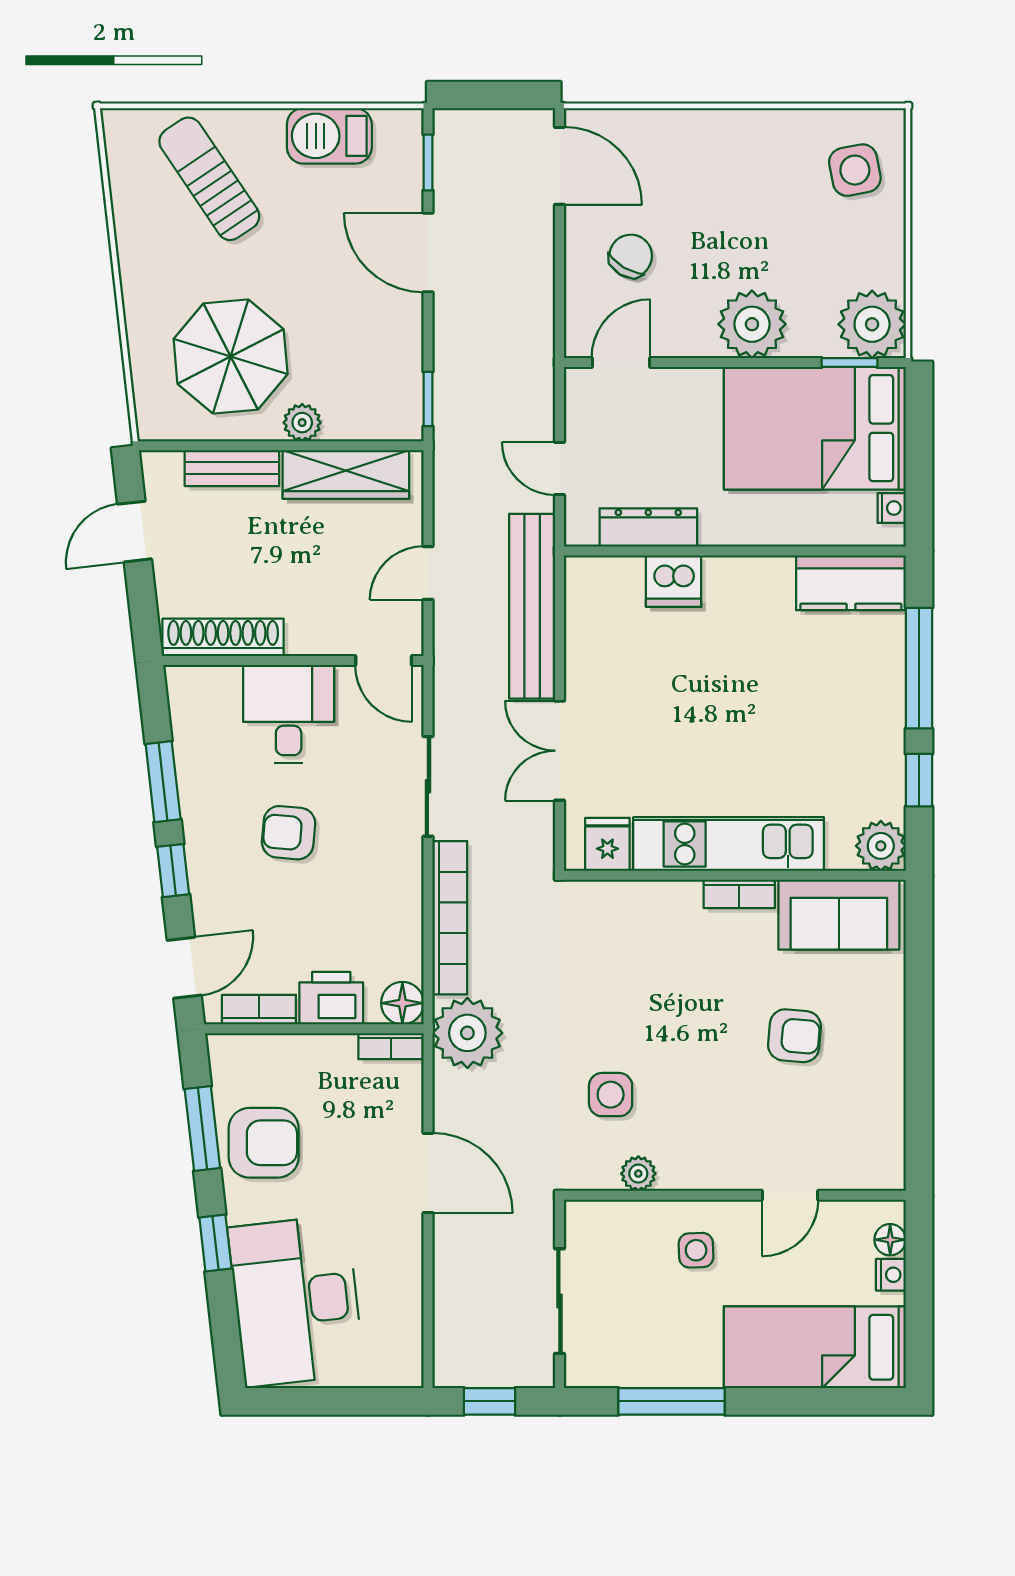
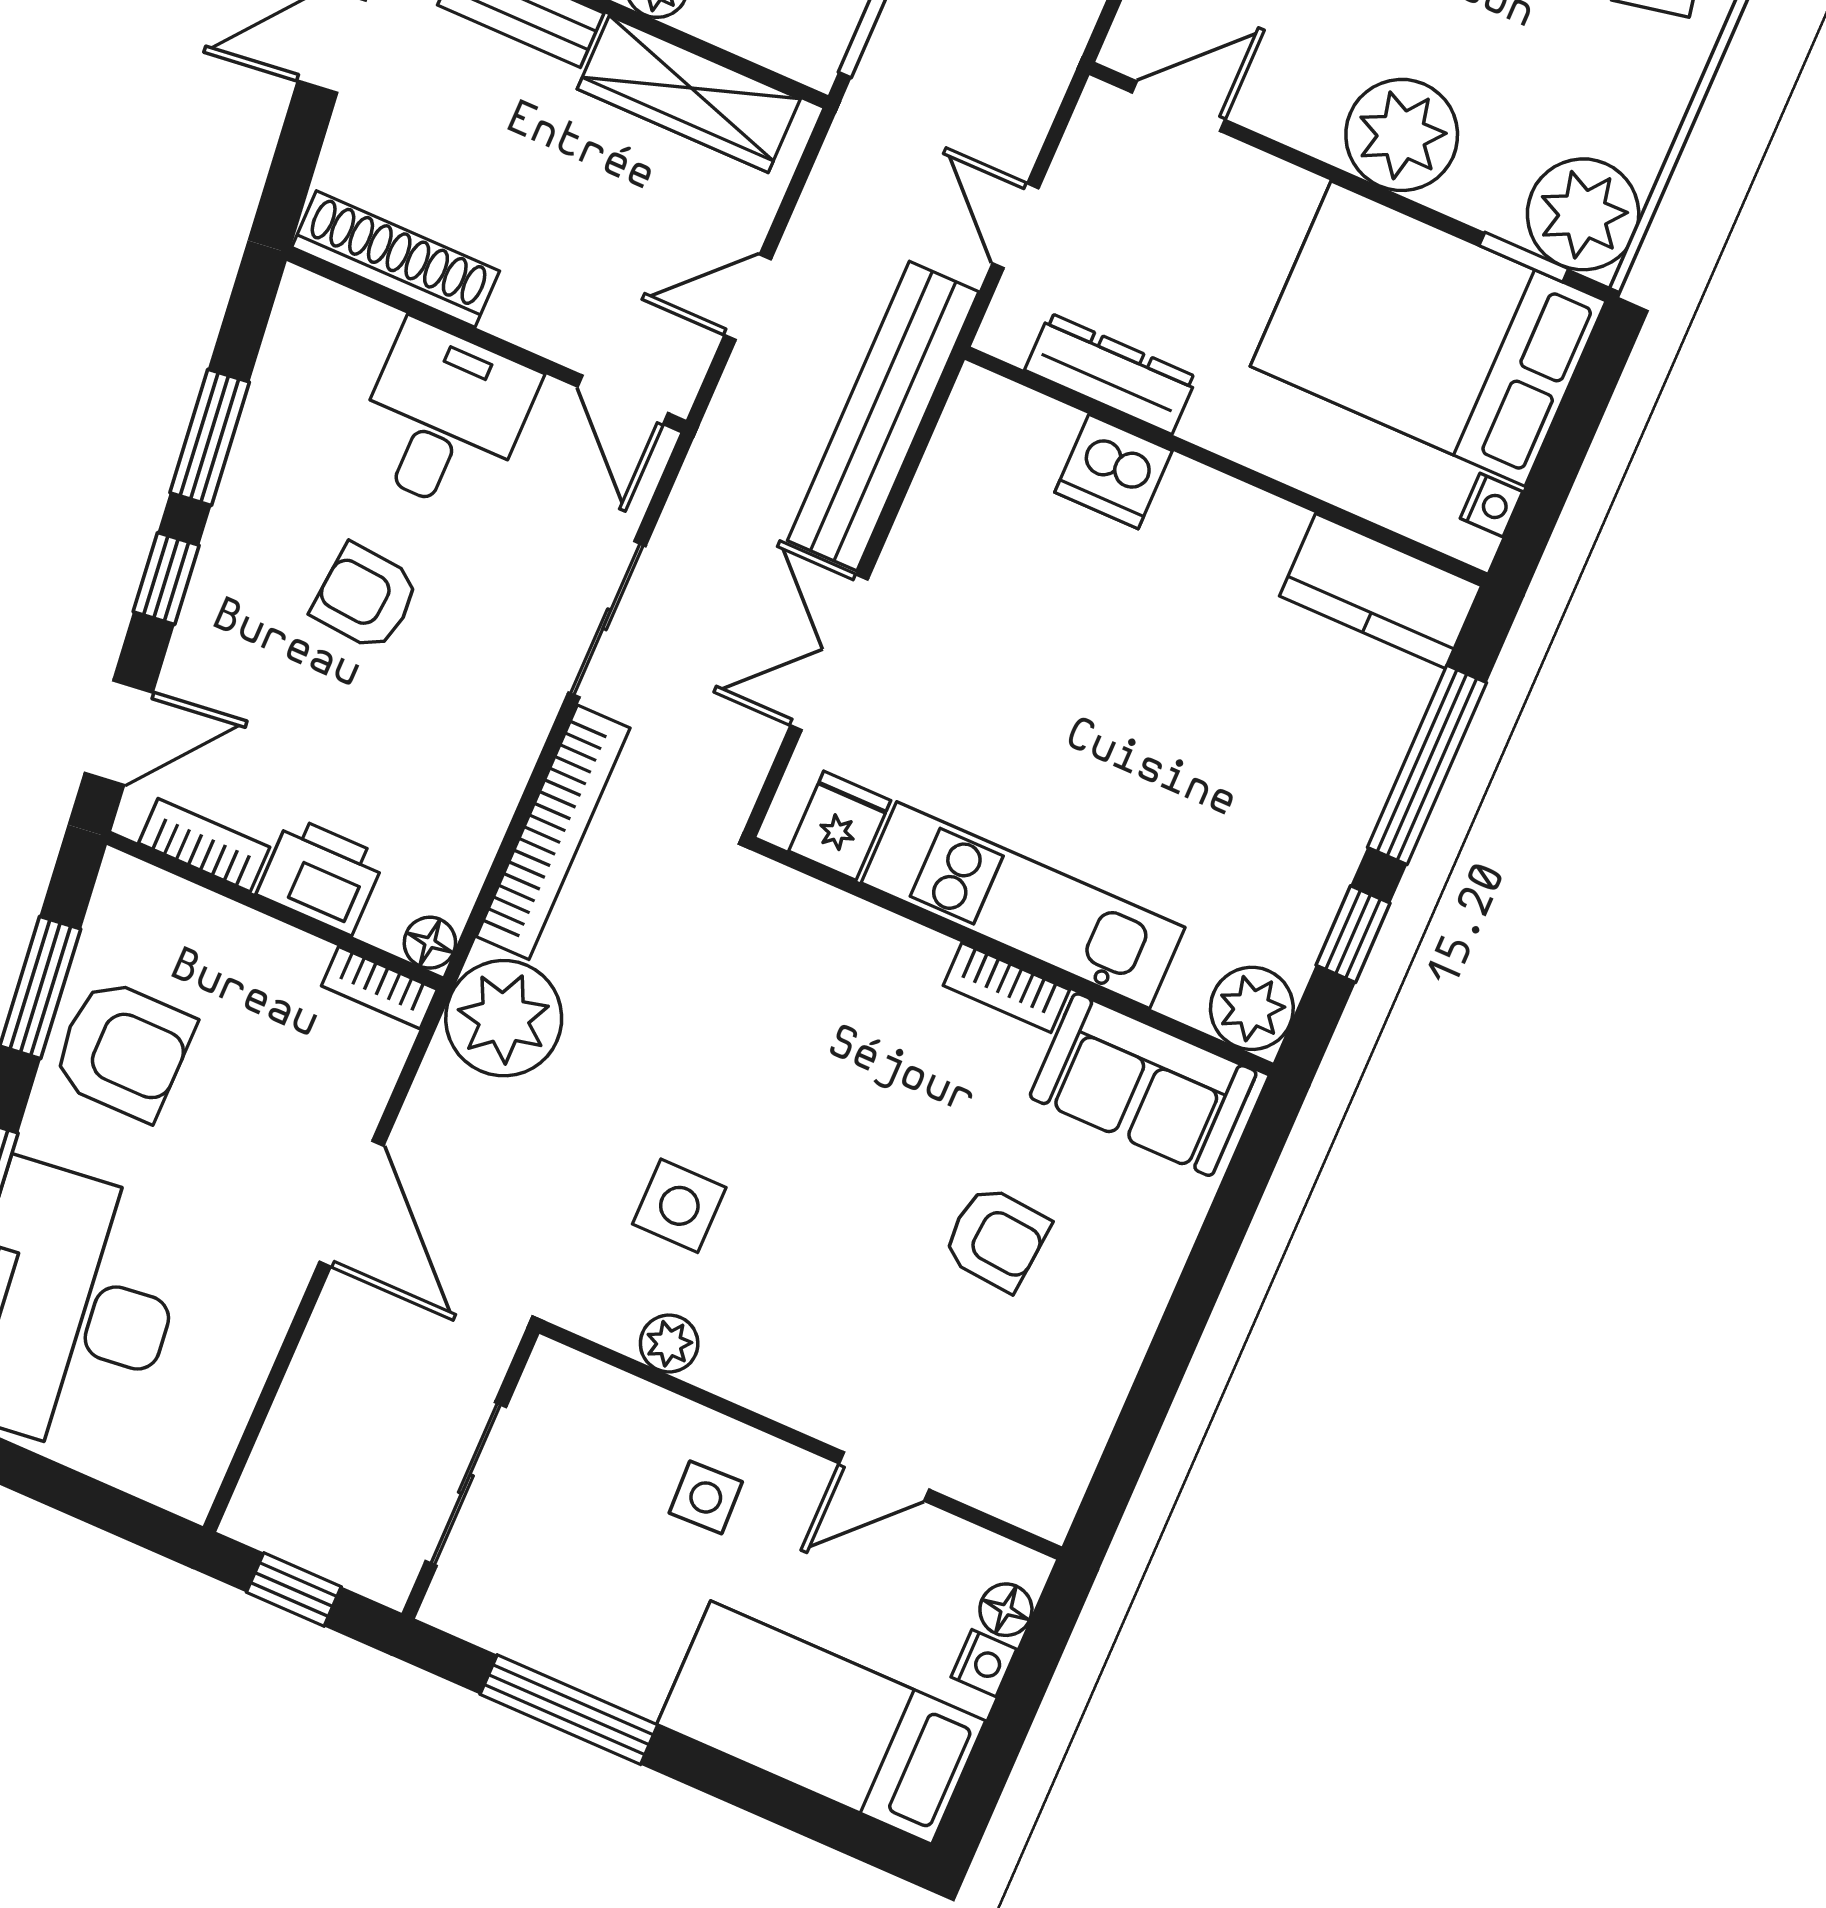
floor lamp: (402, 1003) -> (430, 943), width x0.73, depth x0.73

